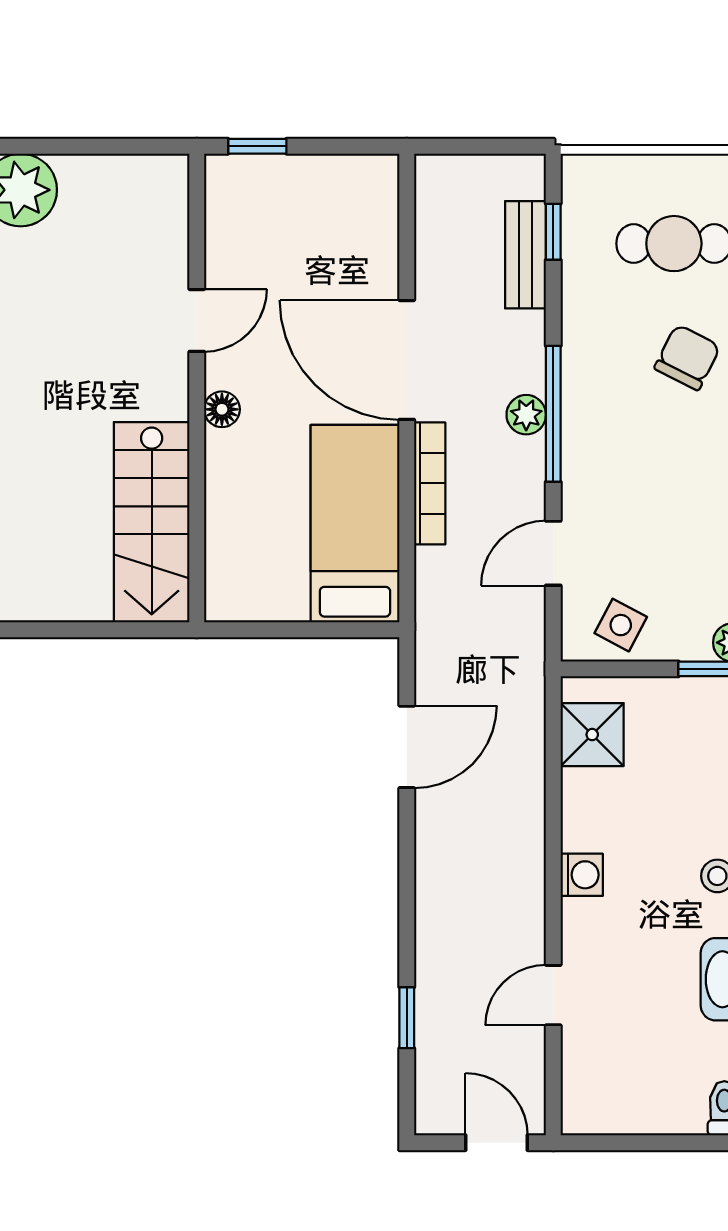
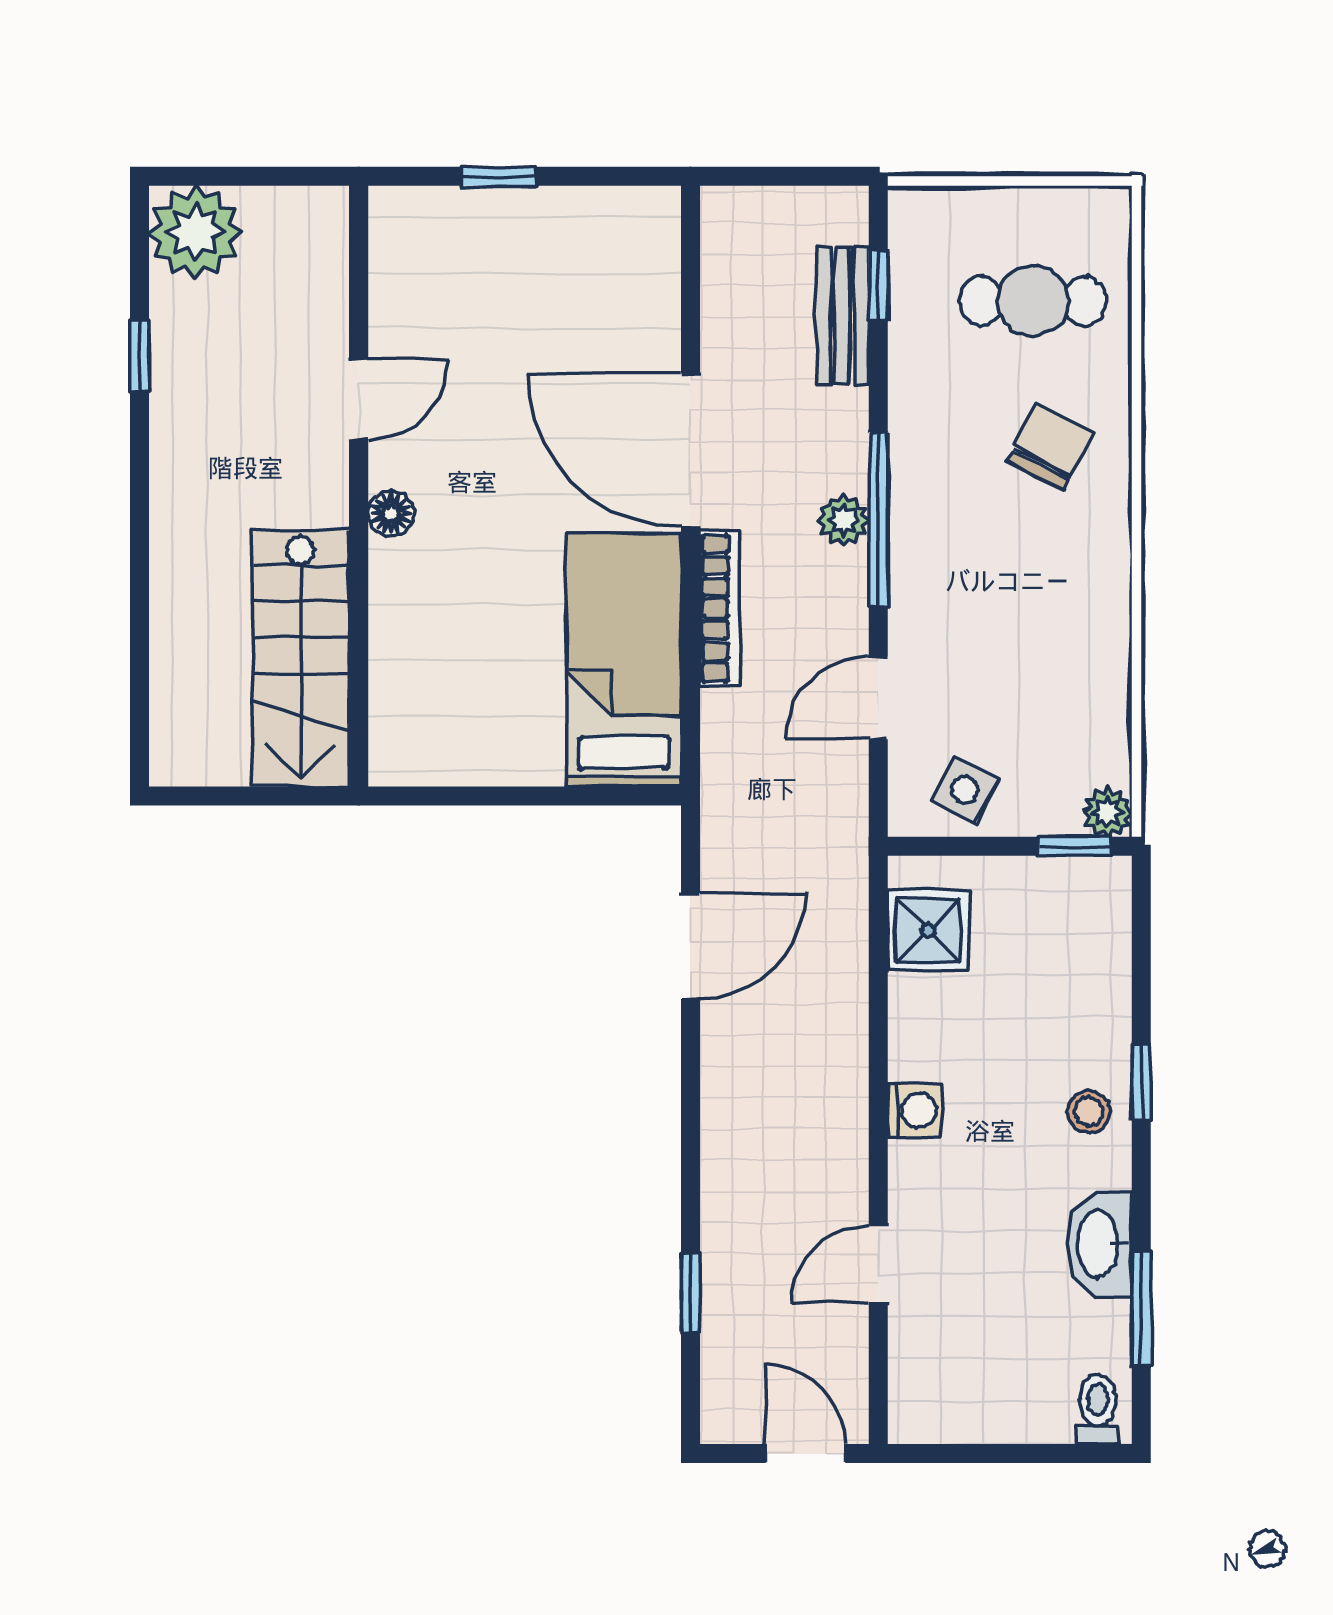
door: (197, 320) -> (359, 400), moved
wall: (197, 388) -> (359, 486), moved
floor lamp: (222, 409) -> (391, 513), moved
stairs: (152, 522) -> (301, 658), moved

